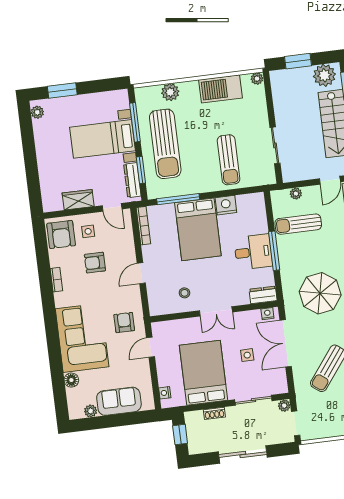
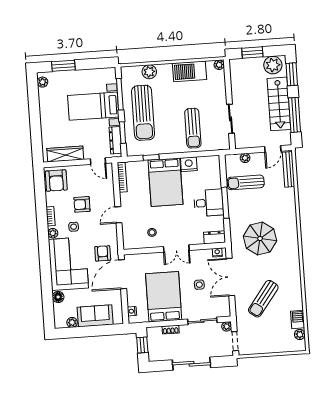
window: (178, 199) -> (151, 157), width x0.46
wardrobe: (78, 200) -> (65, 154), width x1.50
side table: (88, 231) -> (74, 227), moved
plant: (60, 301) -> (53, 233), added
door: (150, 347) -> (123, 274), width x1.88

